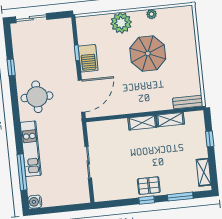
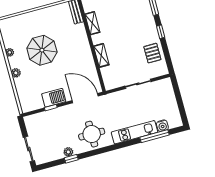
plant: (121, 23) -> (16, 73), width x0.53, depth x0.53
plant: (20, 65) -> (68, 152), added
shelving: (142, 123) -> (101, 55), moved
pallet: (149, 186) -> (152, 53), moved
water cooler: (35, 202) -> (162, 126), moved

